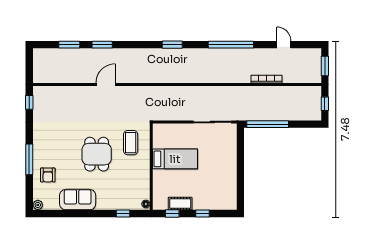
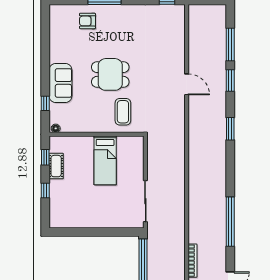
window: (69, 45) -> (230, 45), width x1.44
window: (172, 45) -> (230, 129), moved
coffee table: (131, 143) -> (123, 112), turned 90
sofa: (78, 200) -> (60, 83), moved
plant: (38, 205) -> (55, 10), removed

